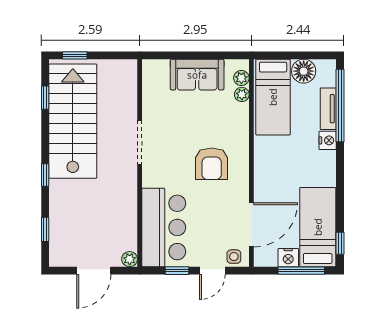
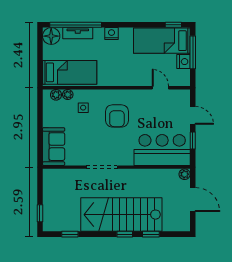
floor lamp: (304, 71) -> (51, 36), moved
sofa: (197, 75) -> (54, 147), moved
stairs: (73, 121) -> (121, 215), moved
nightstand: (328, 140) -> (112, 34), moved
armchair: (212, 164) -> (117, 116), turned 90
door: (251, 225) -> (160, 88), width x0.53
window: (45, 229) -> (151, 234), moved
side table: (234, 257) -> (83, 108), moved

